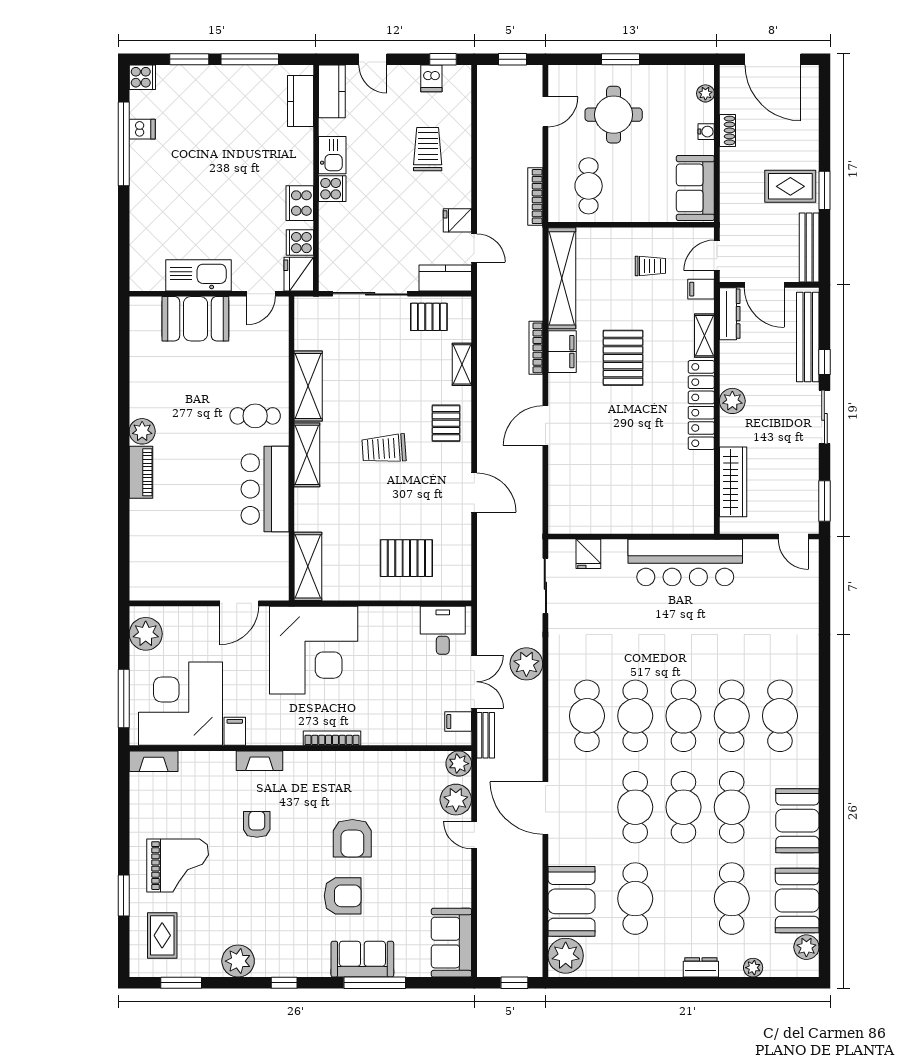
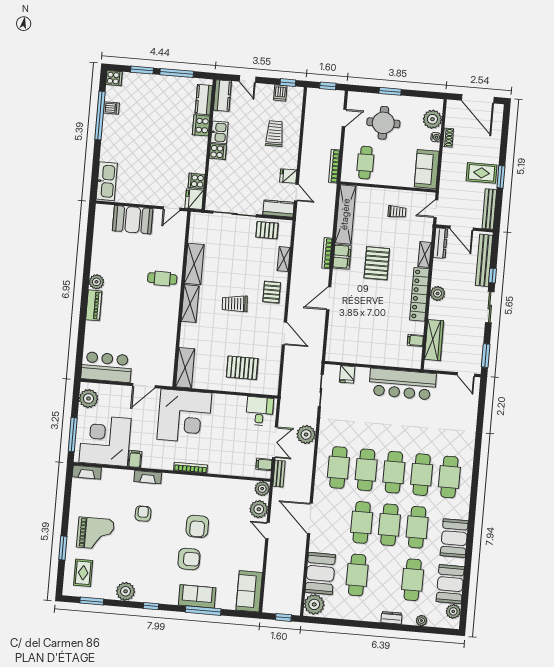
plant: (705, 93) -> (432, 119), width x1.88, depth x1.88
cooker: (300, 203) -> (201, 125), moved
kitchen sink: (199, 275) -> (107, 181), moved, turned 90
filing cabinet: (701, 289) -> (415, 340), moved
bar counter: (265, 489) -> (107, 367), moved, turned 90

